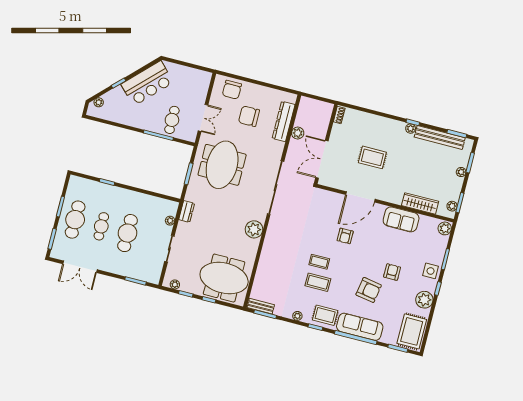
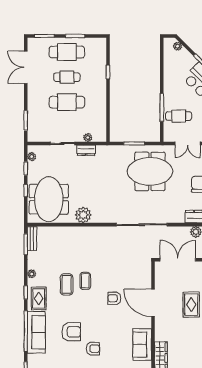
dresser: (187, 211) -> (86, 150), moved
plant: (254, 229) -> (83, 215), moved
armchair: (369, 290) -> (71, 332), turned -100

